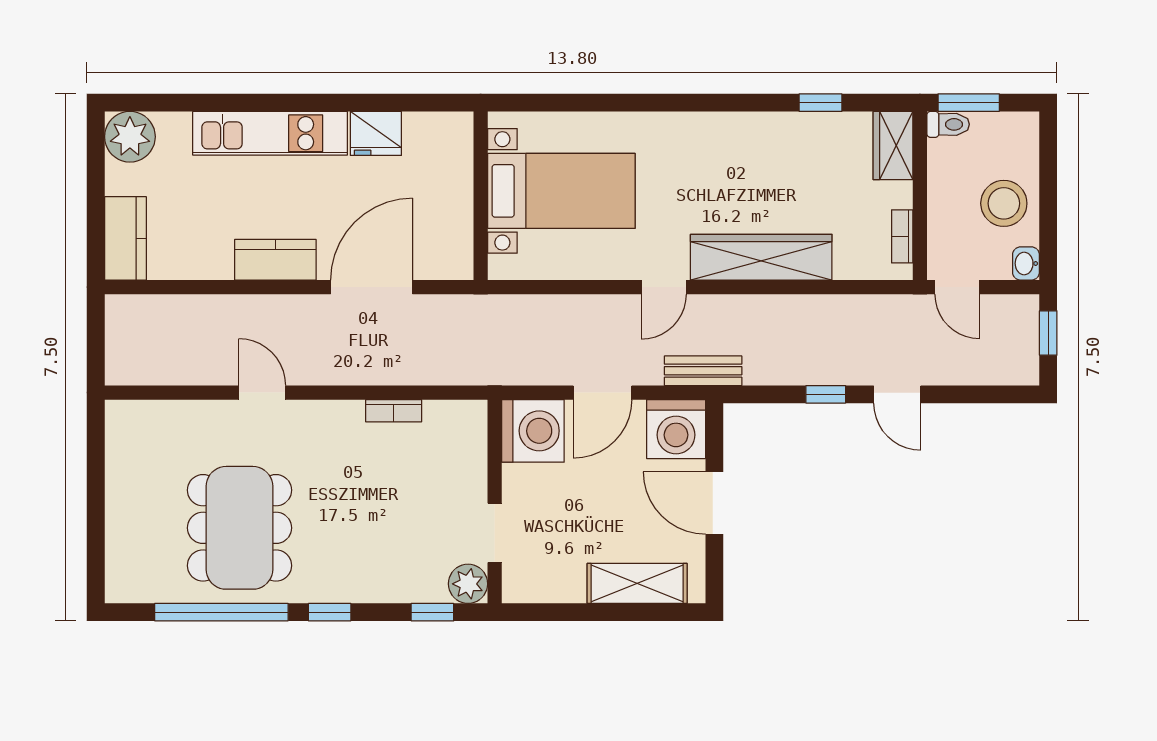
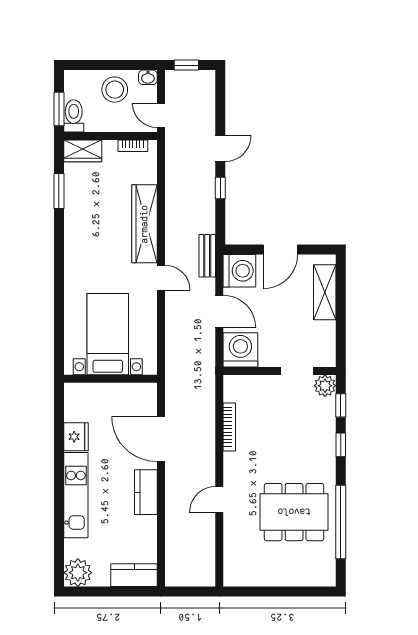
window: (820, 103) -> (59, 191), width x1.50
toilet: (948, 124) -> (74, 116), width x1.37, depth x1.39
door: (957, 287) -> (161, 115), swing flipped
bookcase: (394, 411) -> (229, 427), width x1.56
window: (330, 612) -> (341, 445), moved

